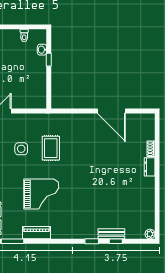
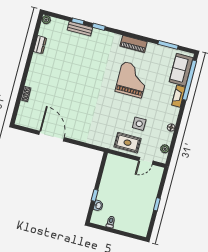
rug: (51, 148) -> (127, 143), moved, turned 90
dresser: (150, 167) -> (40, 45), moved
grand piano: (41, 194) -> (132, 80), turned 90
piano: (36, 233) -> (134, 44), moved

